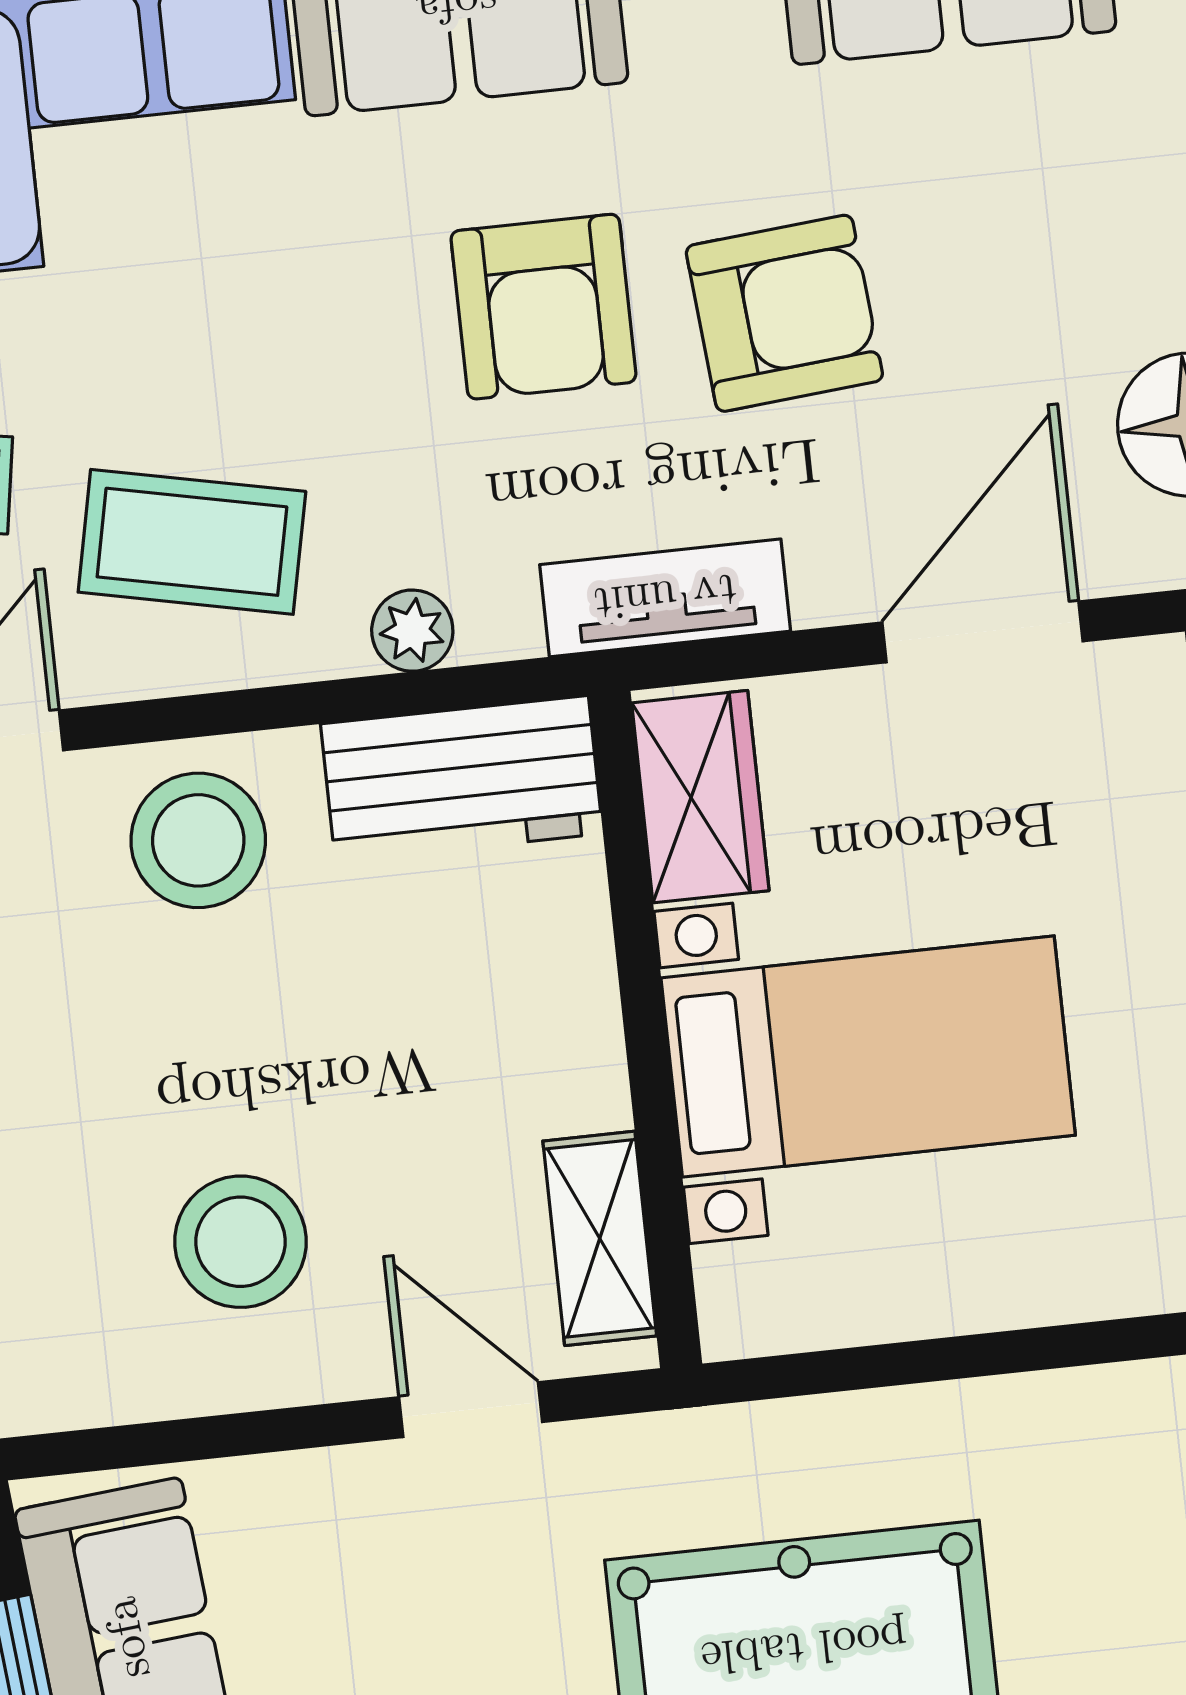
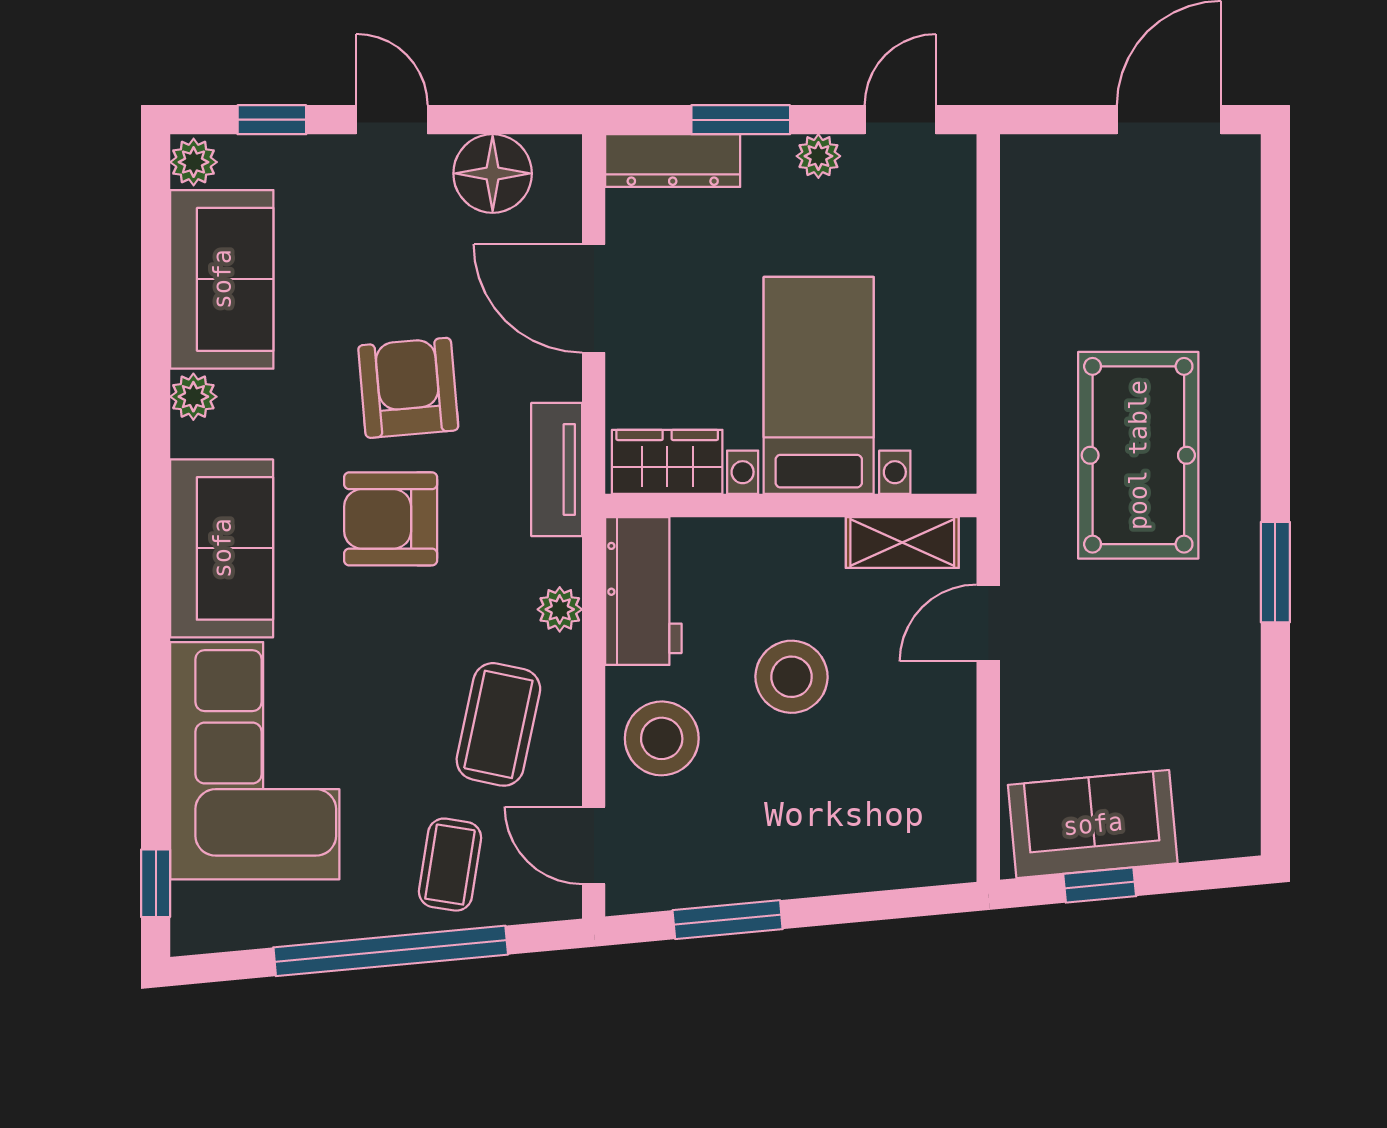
armchair: (543, 307) -> (391, 519), turned 180
stool: (241, 1242) -> (792, 677), moved

